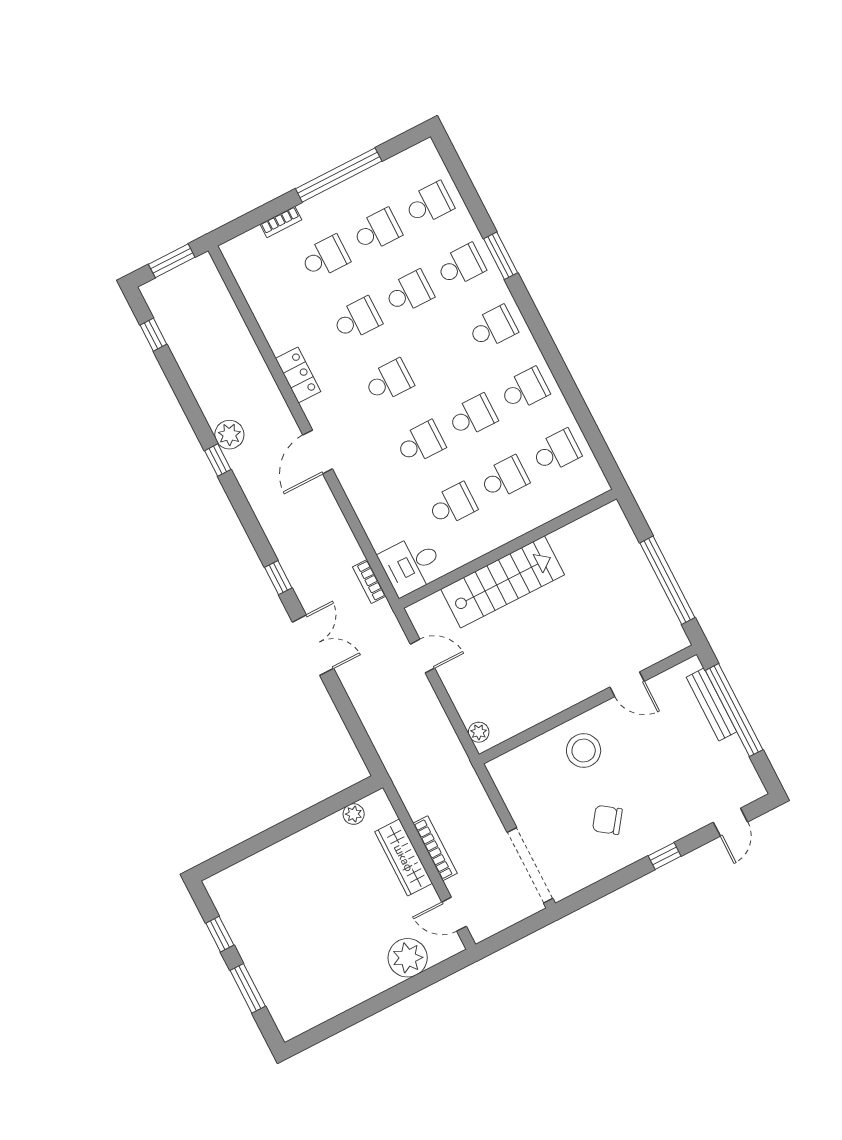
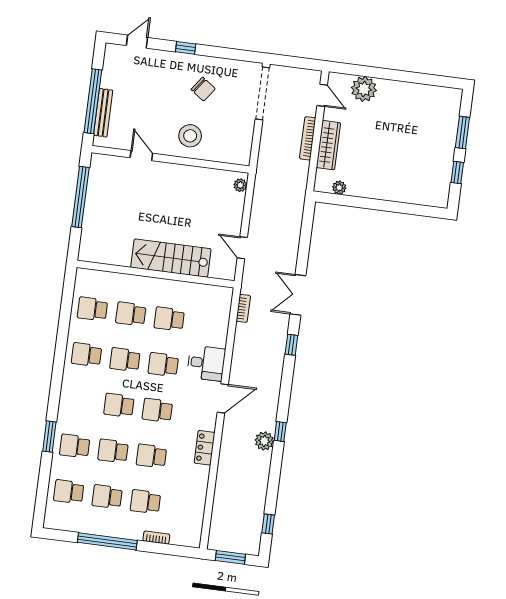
school desk: (493, 328) -> (119, 405), moved
desk: (411, 565) -> (206, 363), moved

